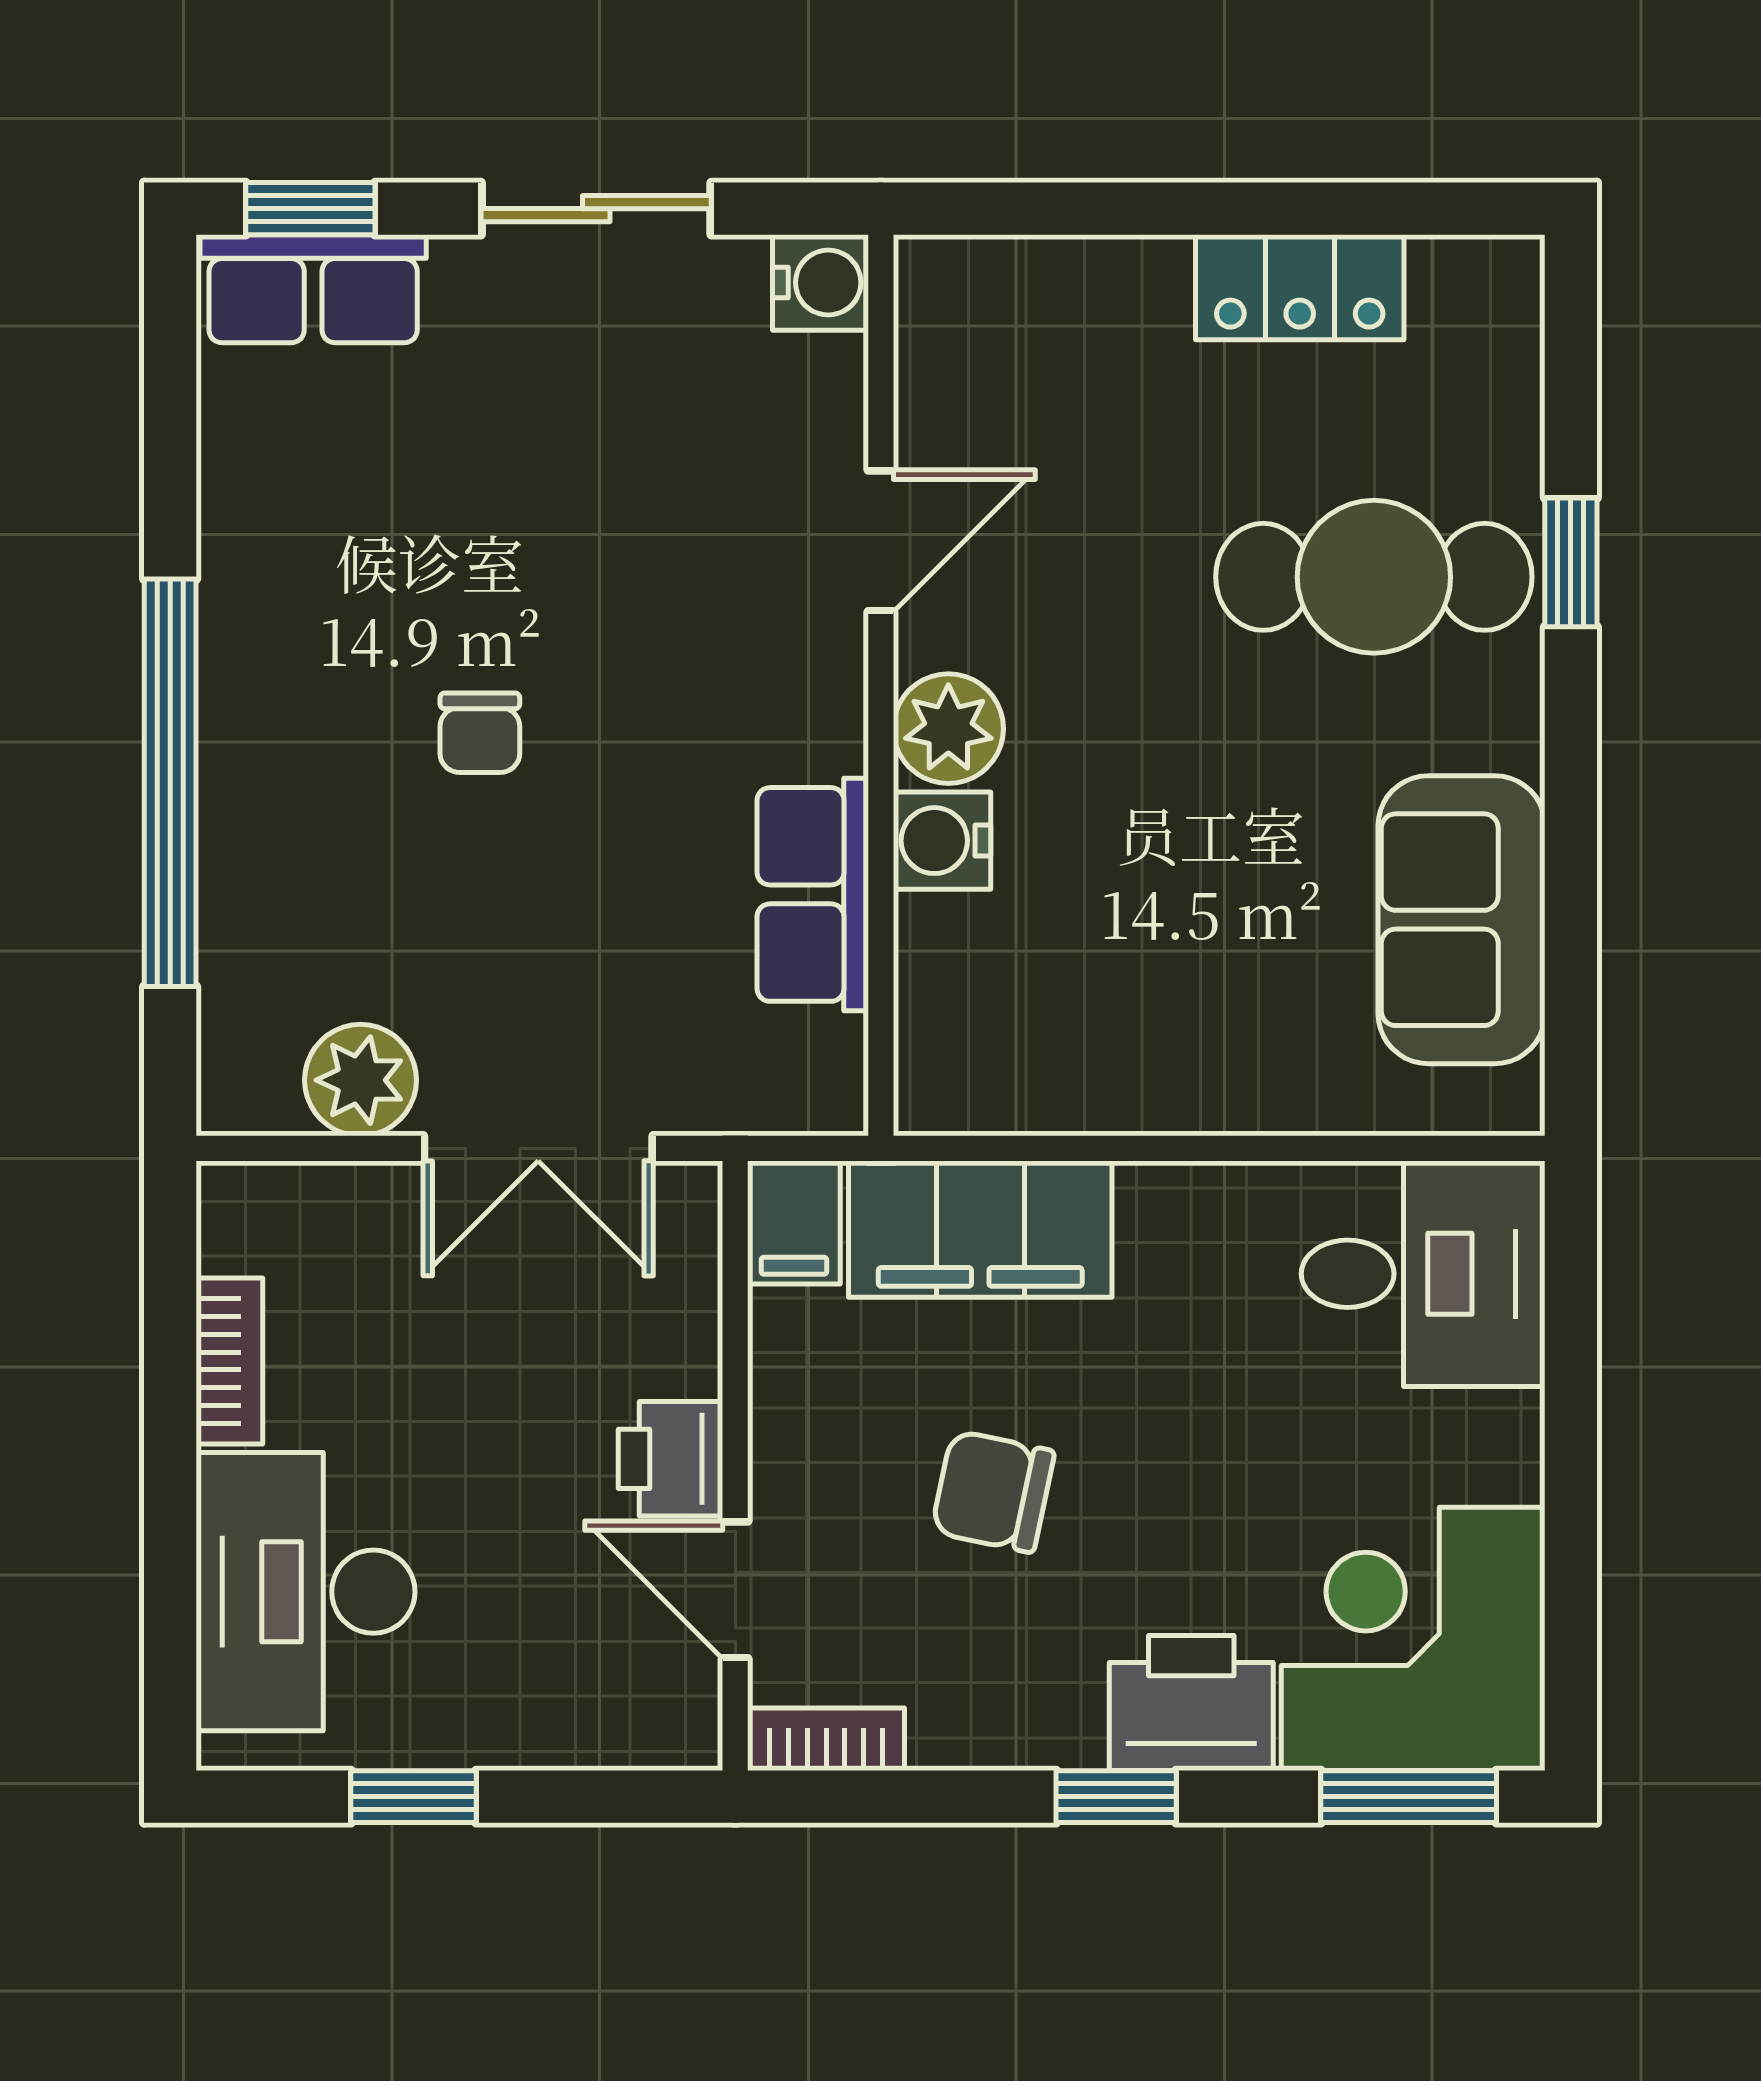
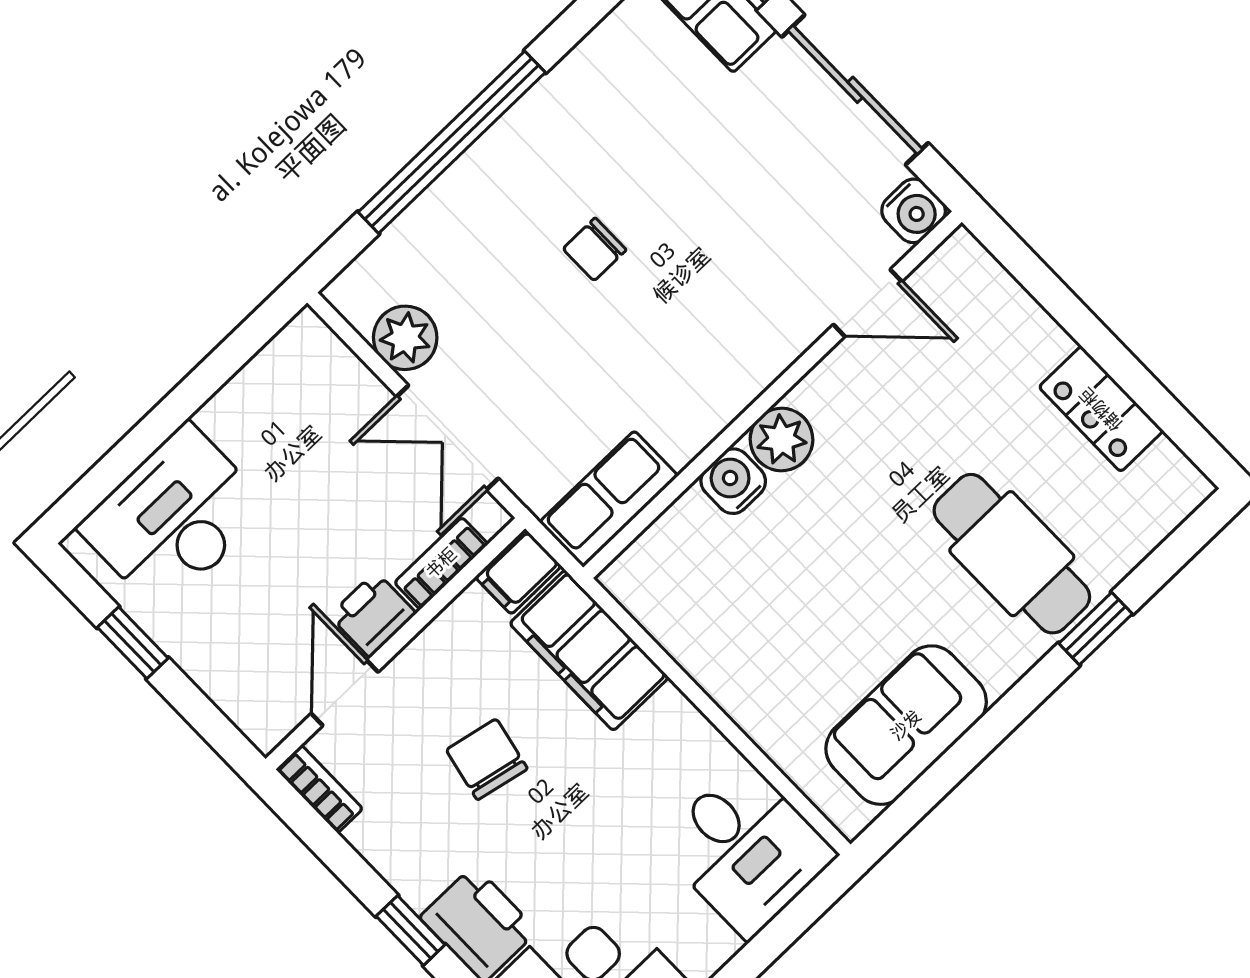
sliding door: (596, 209) -> (855, 90), width x1.37
door: (881, 541) -> (868, 303), moved
row of seats: (813, 894) -> (609, 499), moved
bookcase: (229, 1361) -> (441, 563), moved, turned 180

